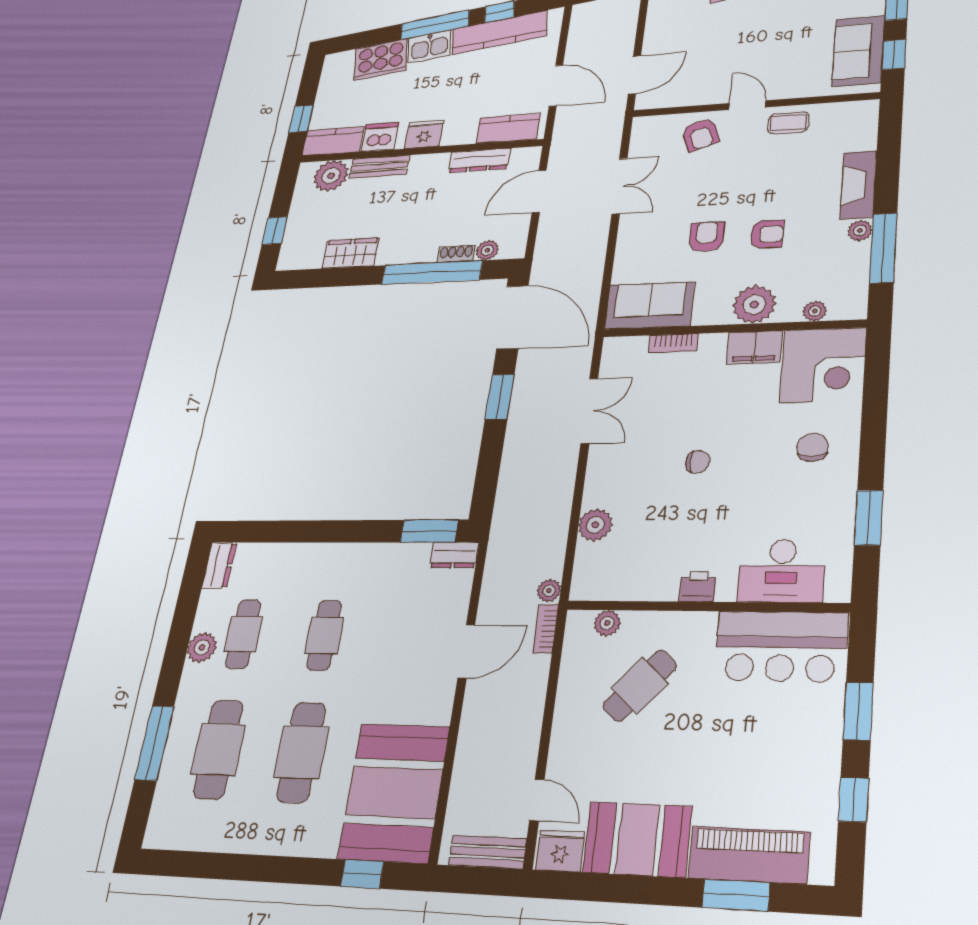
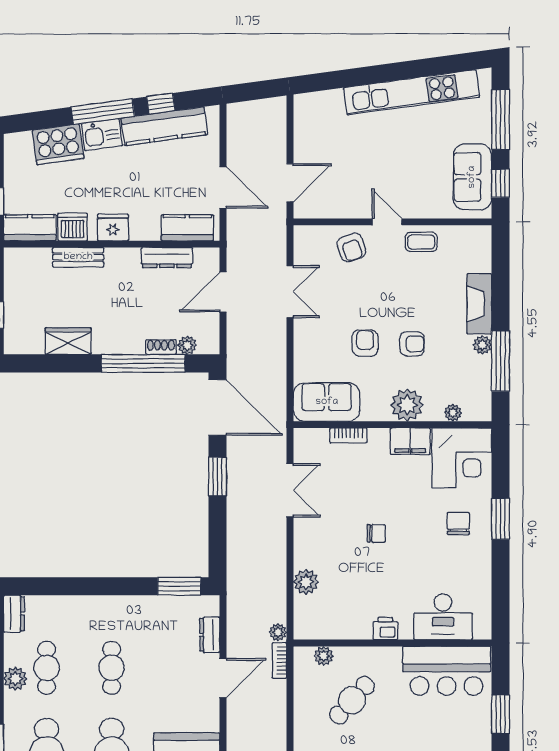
plant: (331, 176) -> (35, 263), removed
window: (869, 518) -> (501, 519), moved
dresser: (454, 555) -> (210, 635), moved, turned 90

